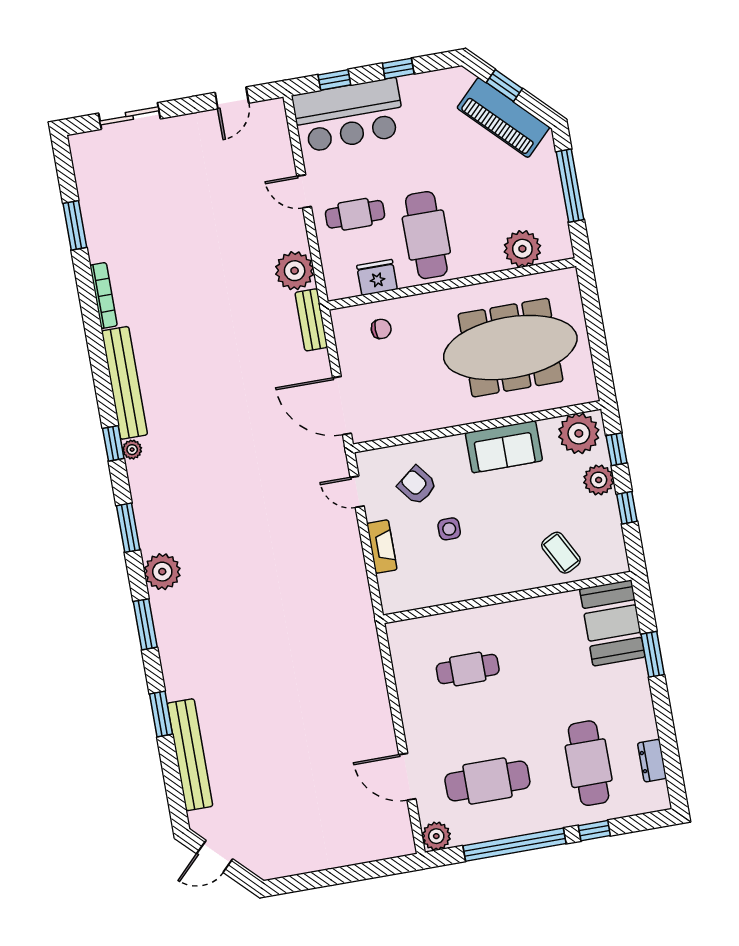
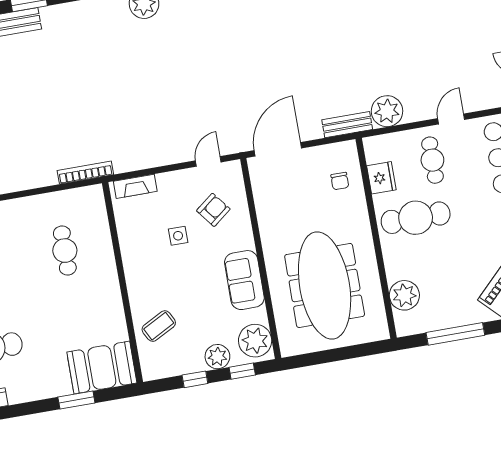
fireplace: (382, 547) -> (135, 186), moved
bookcase: (371, 644) -> (85, 173), added

